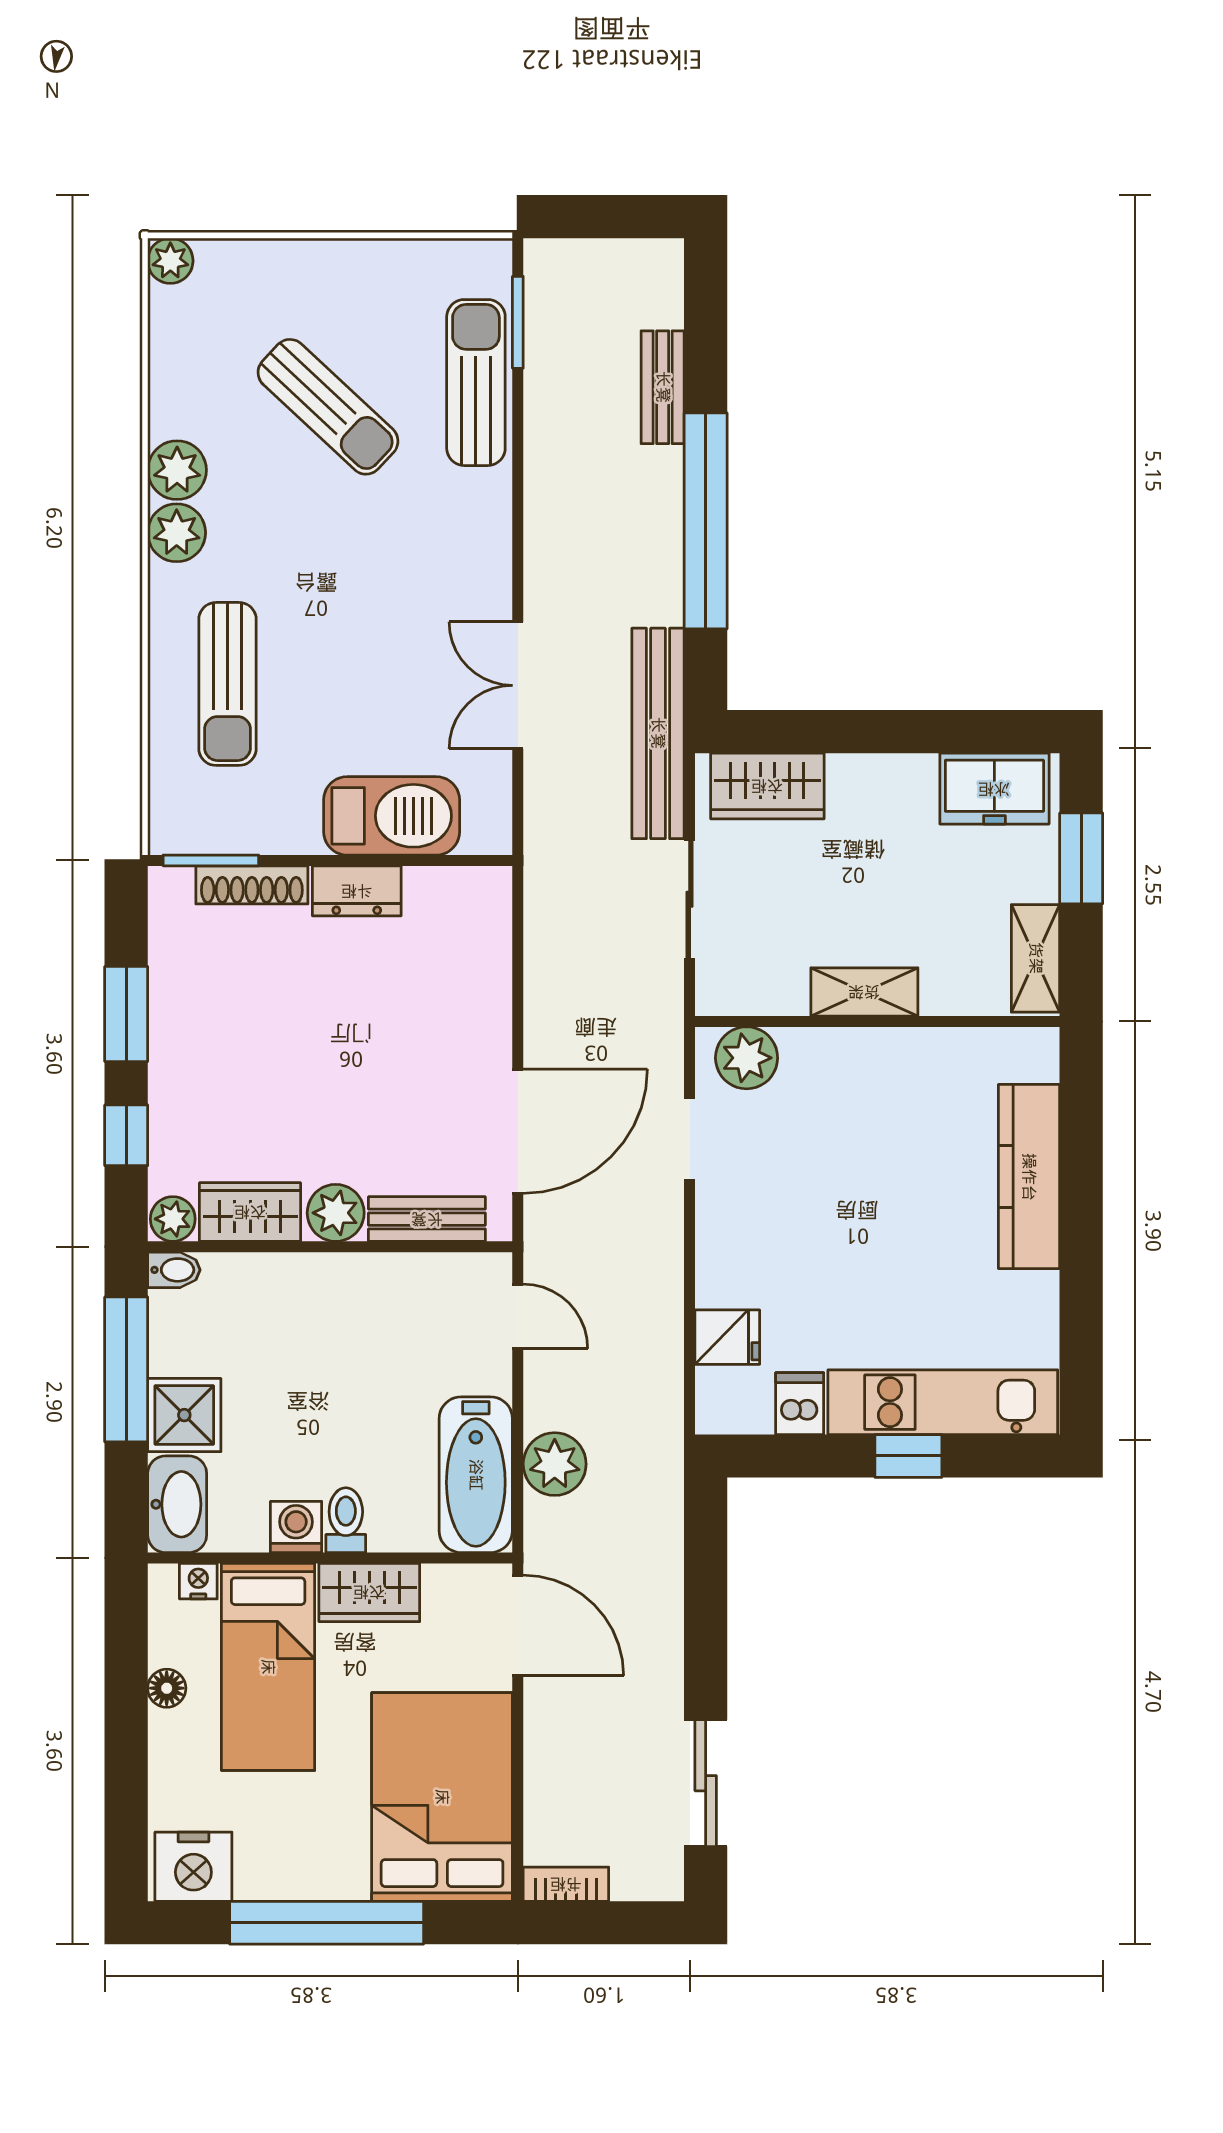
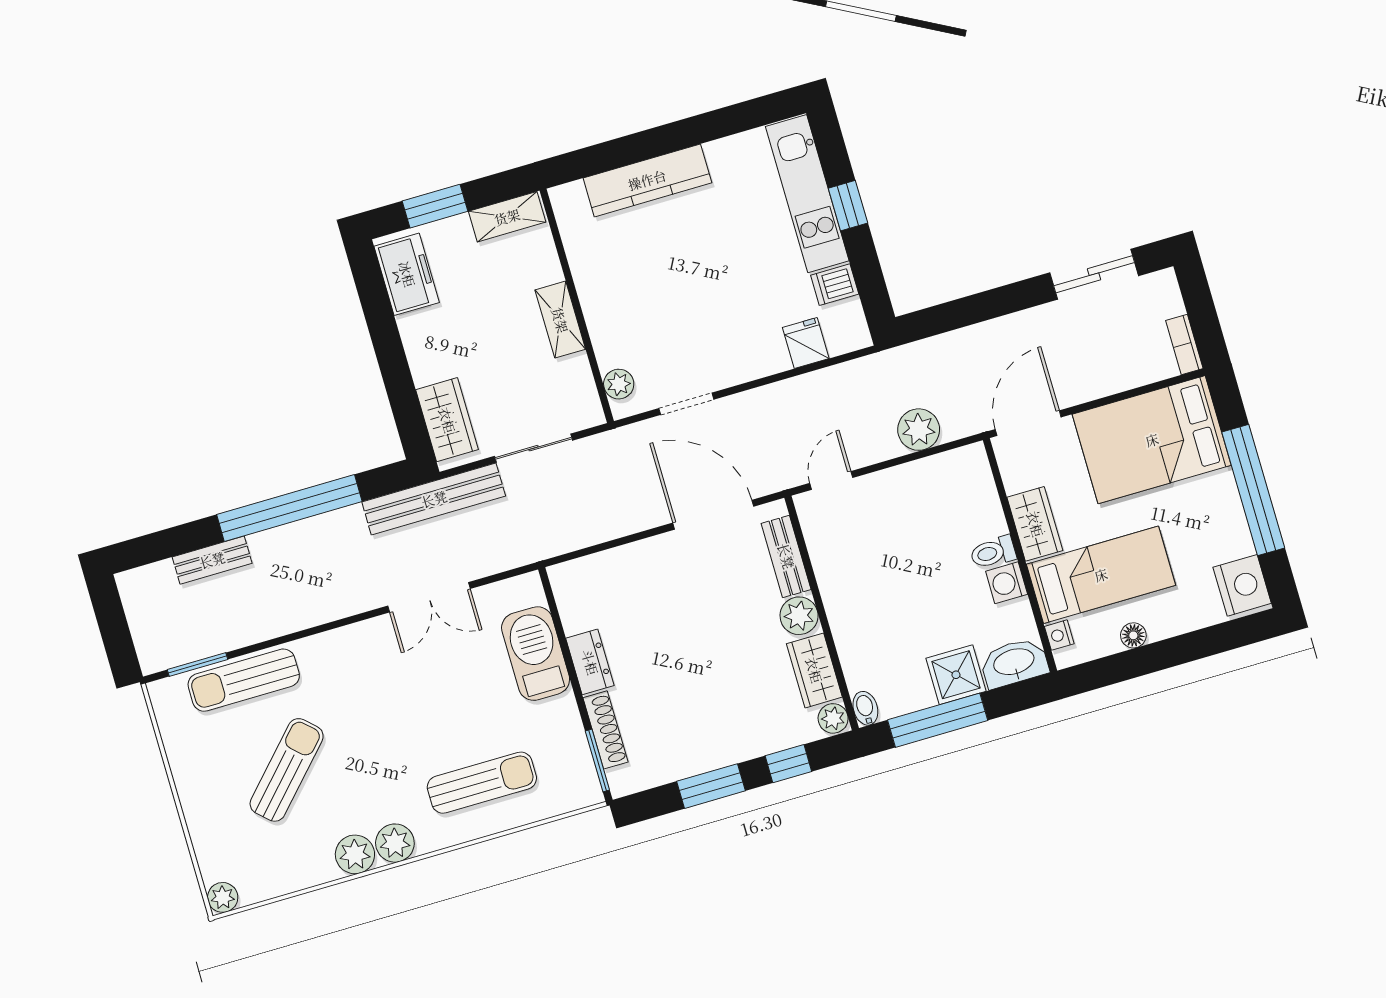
plant: (747, 1058) -> (619, 384), width x0.73, depth x0.73
bathtub: (476, 1475) -> (940, 478), removed

